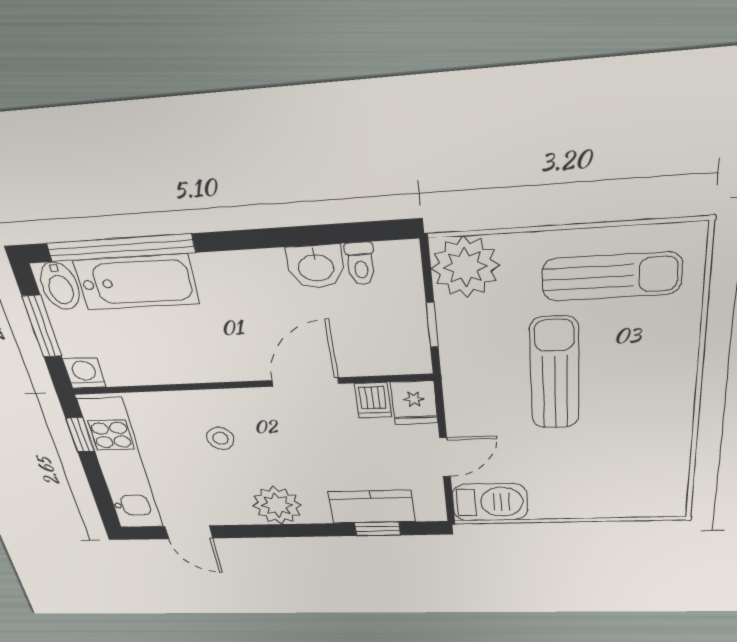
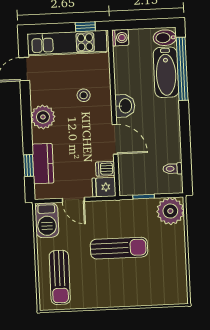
washbasin: (316, 267) -> (125, 106), moved, turned 180
sun lounger: (611, 277) -> (60, 277), moved
window: (42, 326) -> (145, 24), removed

